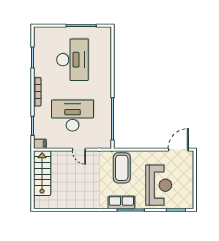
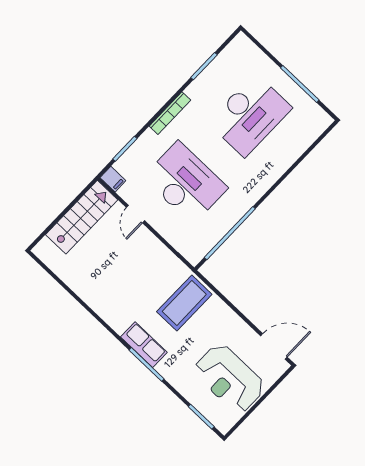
door: (79, 150) -> (135, 214), moved
reception desk: (159, 185) -> (229, 378), moved, turned 90

